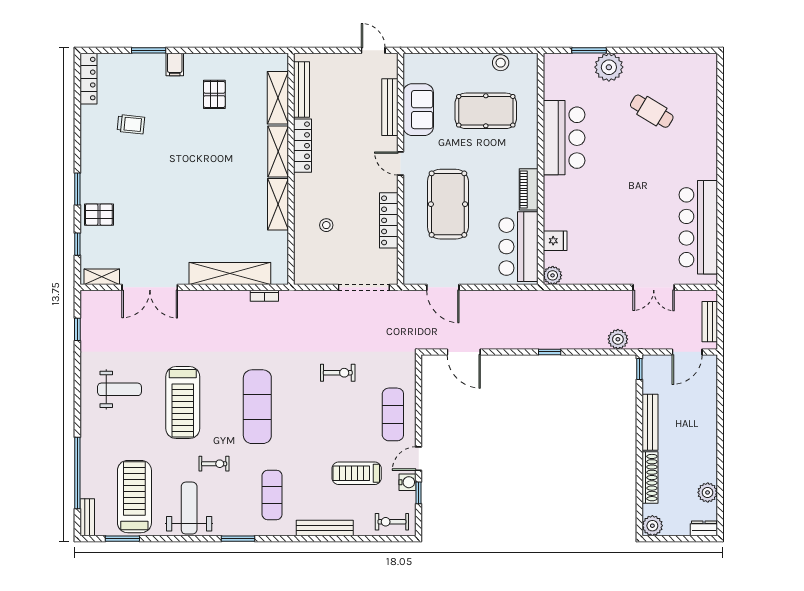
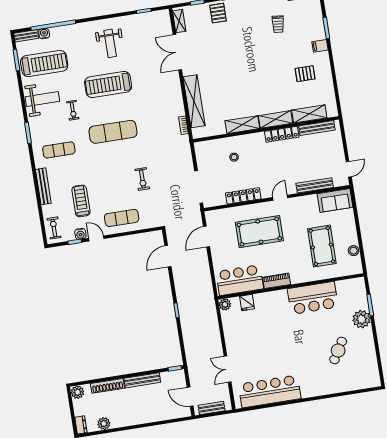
sofa: (418, 110) -> (335, 200), moved
plant: (618, 339) -> (191, 352), removed
water cooler: (88, 489) -> (44, 34), added

